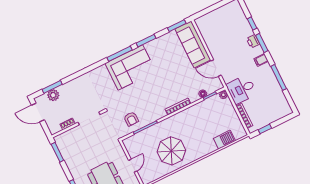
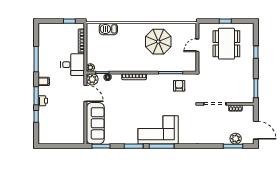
plant: (216, 85) -> (92, 79), added

